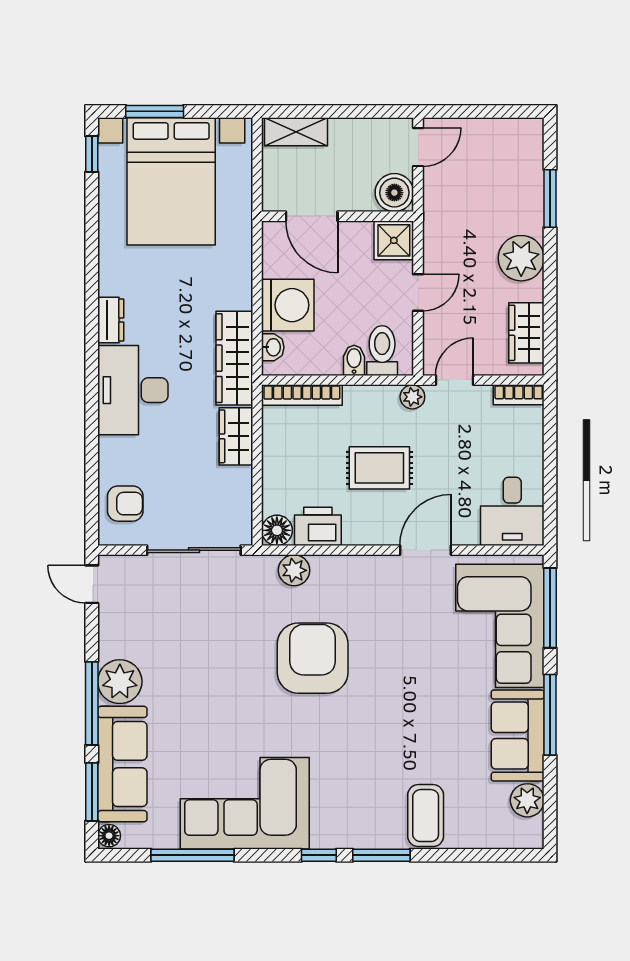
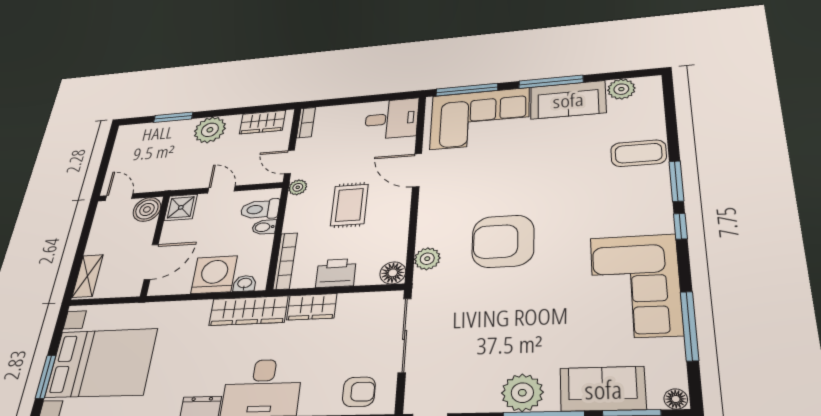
armchair: (125, 504) -> (359, 392), turned 90
printer: (318, 526) -> (336, 273), moved, turned 90
sofa: (122, 764) -> (603, 389), width x0.73

